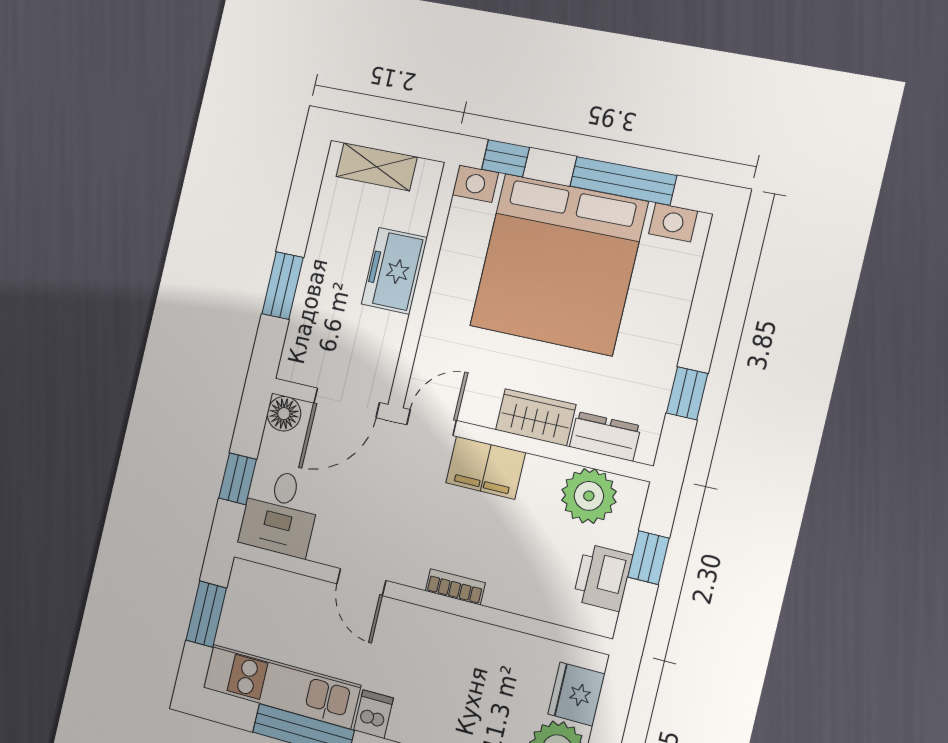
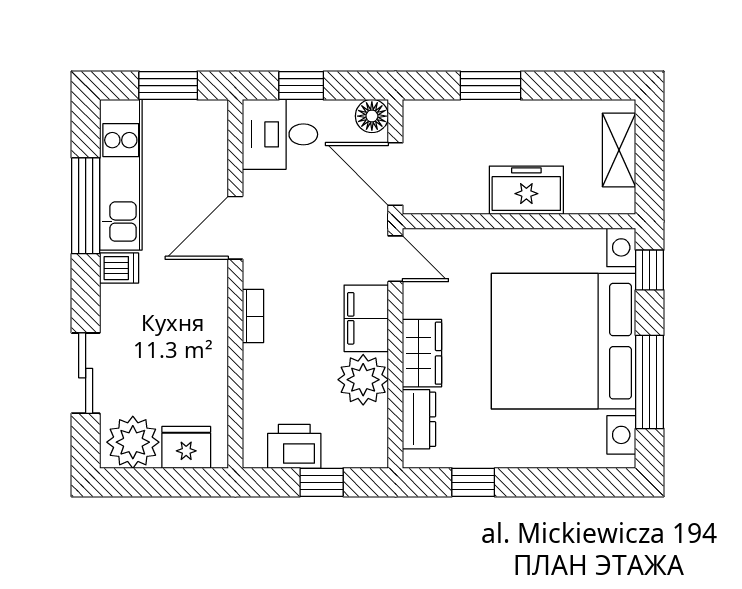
plant: (589, 496) -> (363, 380), moved
door: (361, 582) -> (235, 228), width x1.38

